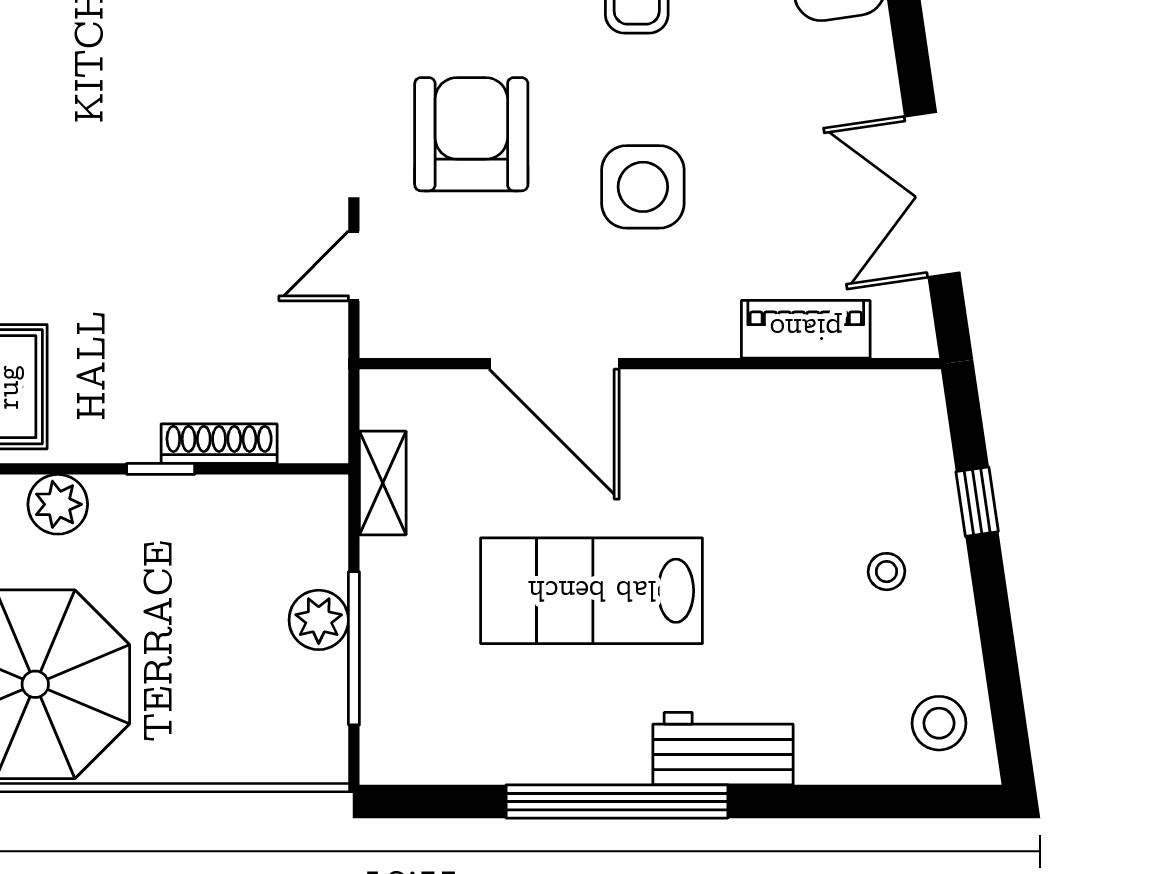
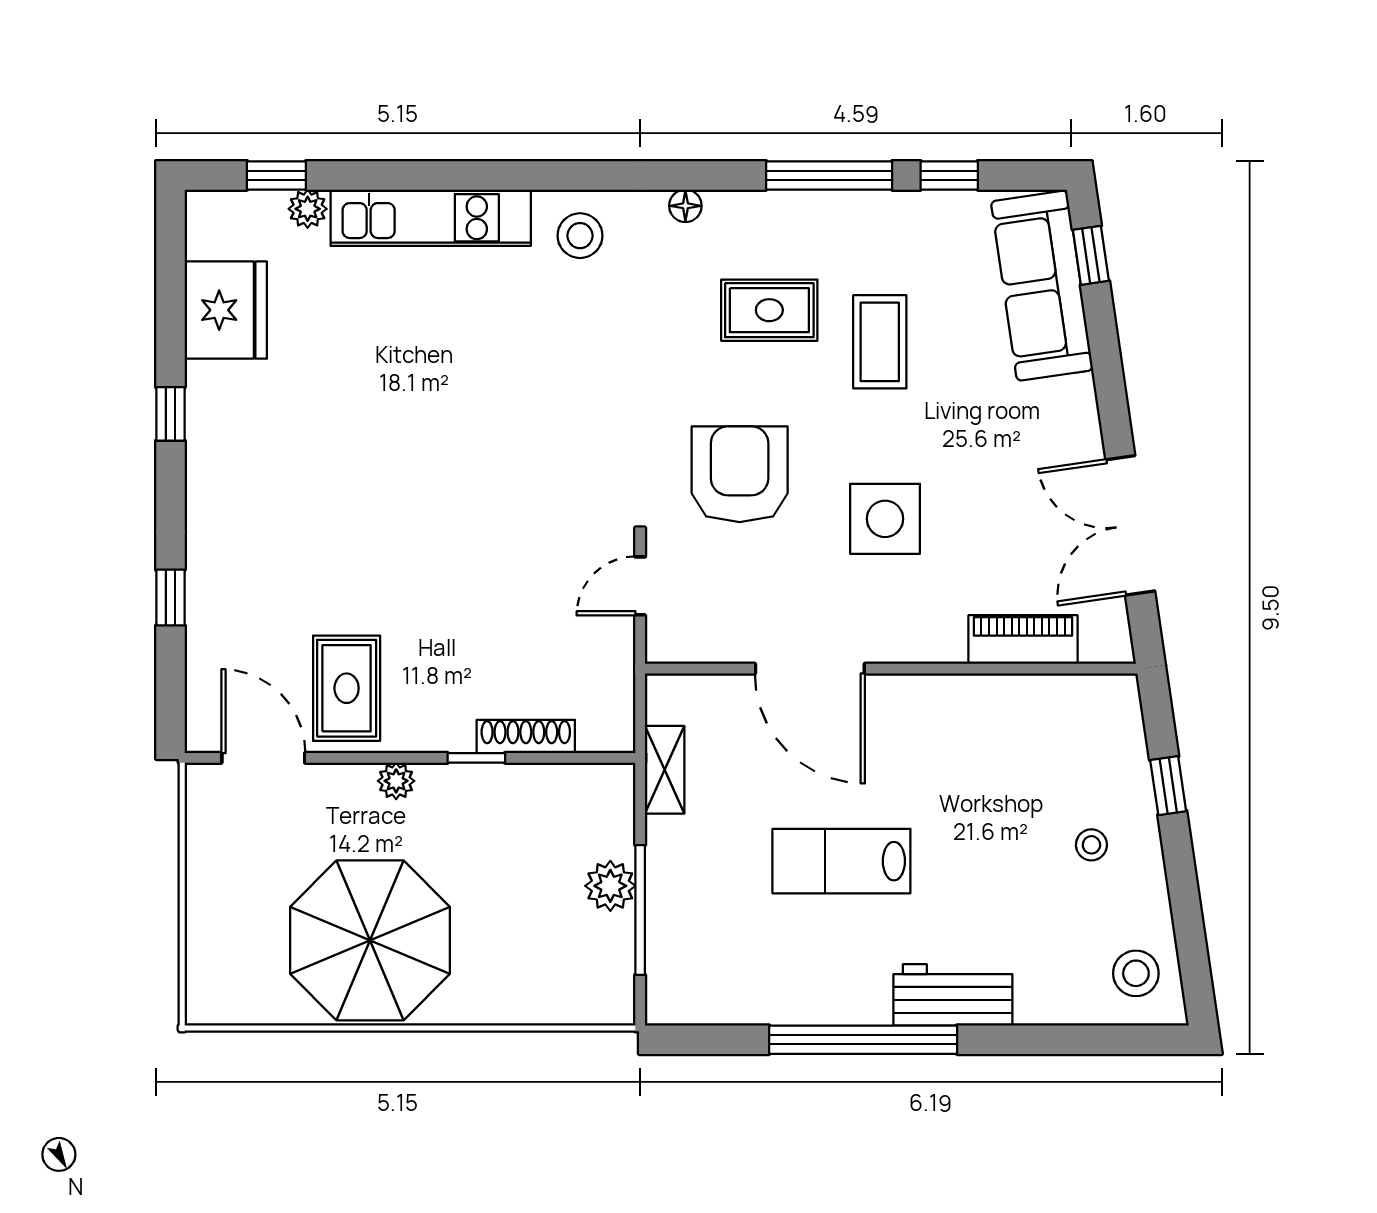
plant: (58, 504) -> (396, 781), width x0.73, depth x0.73
lab bench: (592, 591) -> (841, 861), width x0.73, depth x0.72

